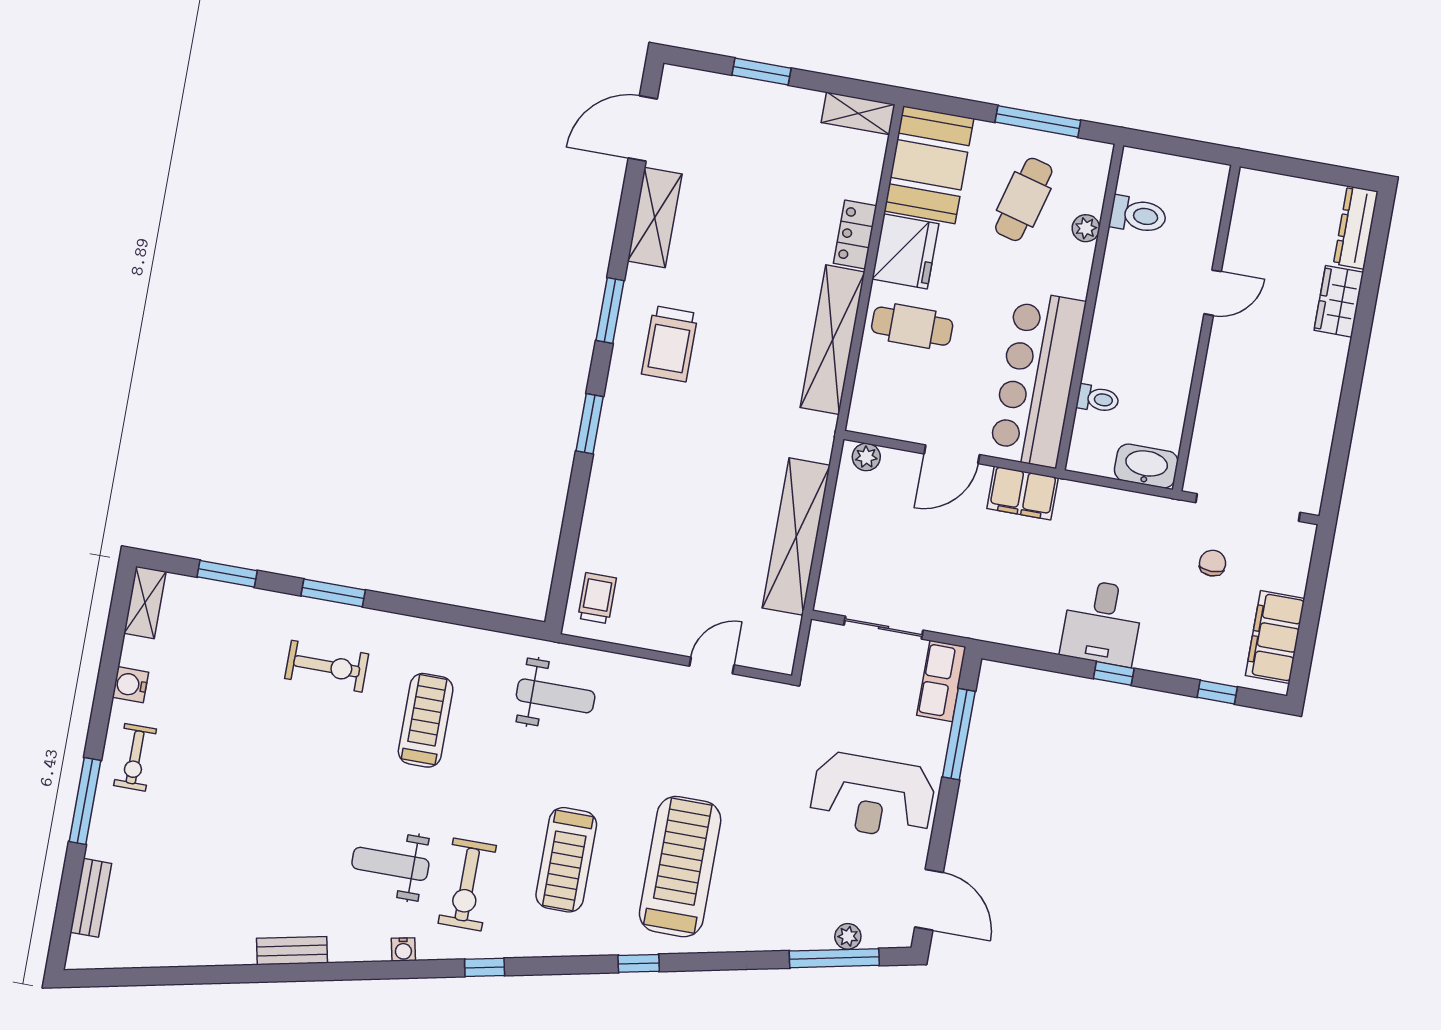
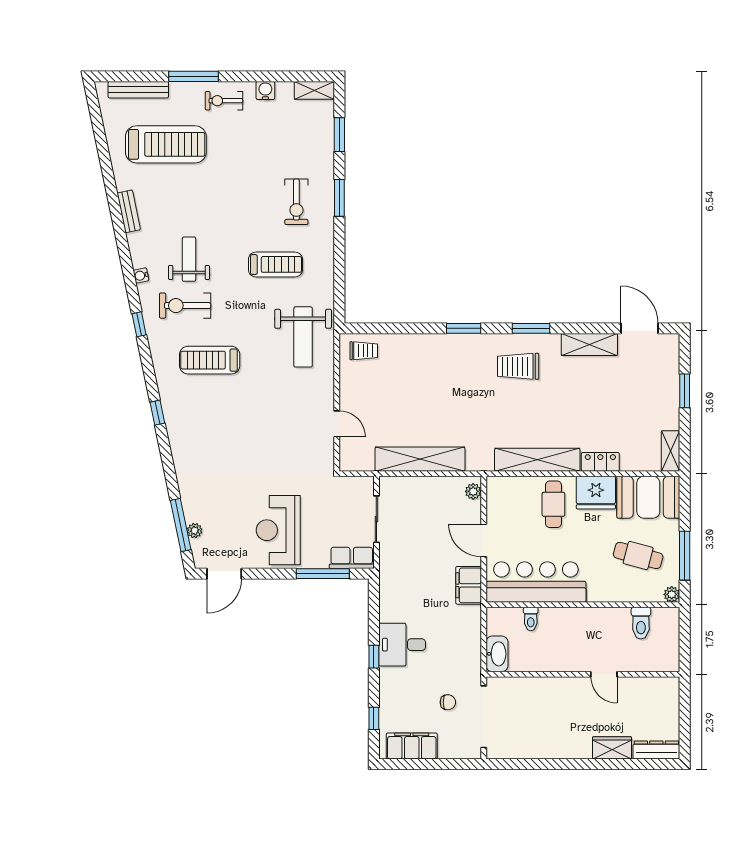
plant: (1086, 228) -> (672, 594), moved
weight bench: (556, 696) -> (303, 337), width x1.36, depth x1.33
treadmill: (680, 867) -> (166, 144), moved
bench: (91, 898) -> (138, 90), width x1.36

